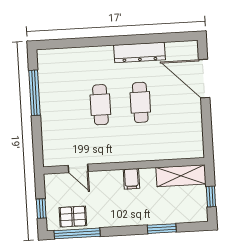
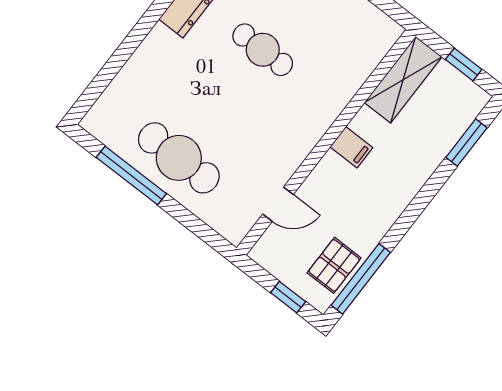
cafe table: (100, 105) -> (179, 158), moved, width x1.37, depth x1.35
window: (162, 229) -> (466, 143), moved

